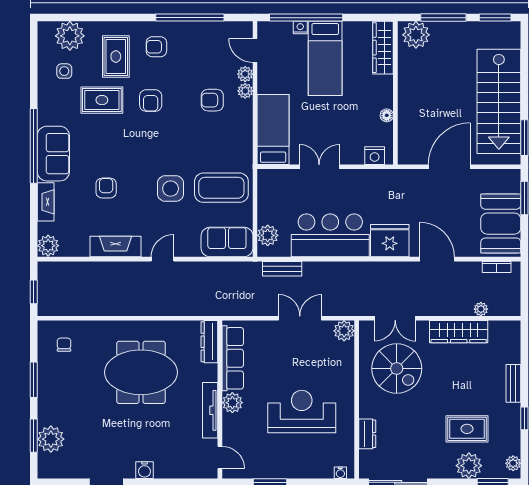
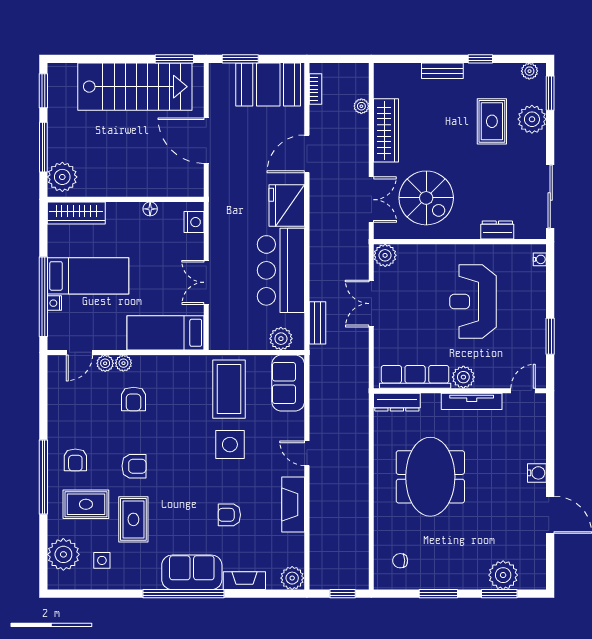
window: (190, 18) -> (43, 477), moved
spiral stairs: (397, 369) -> (426, 198), turned 90

